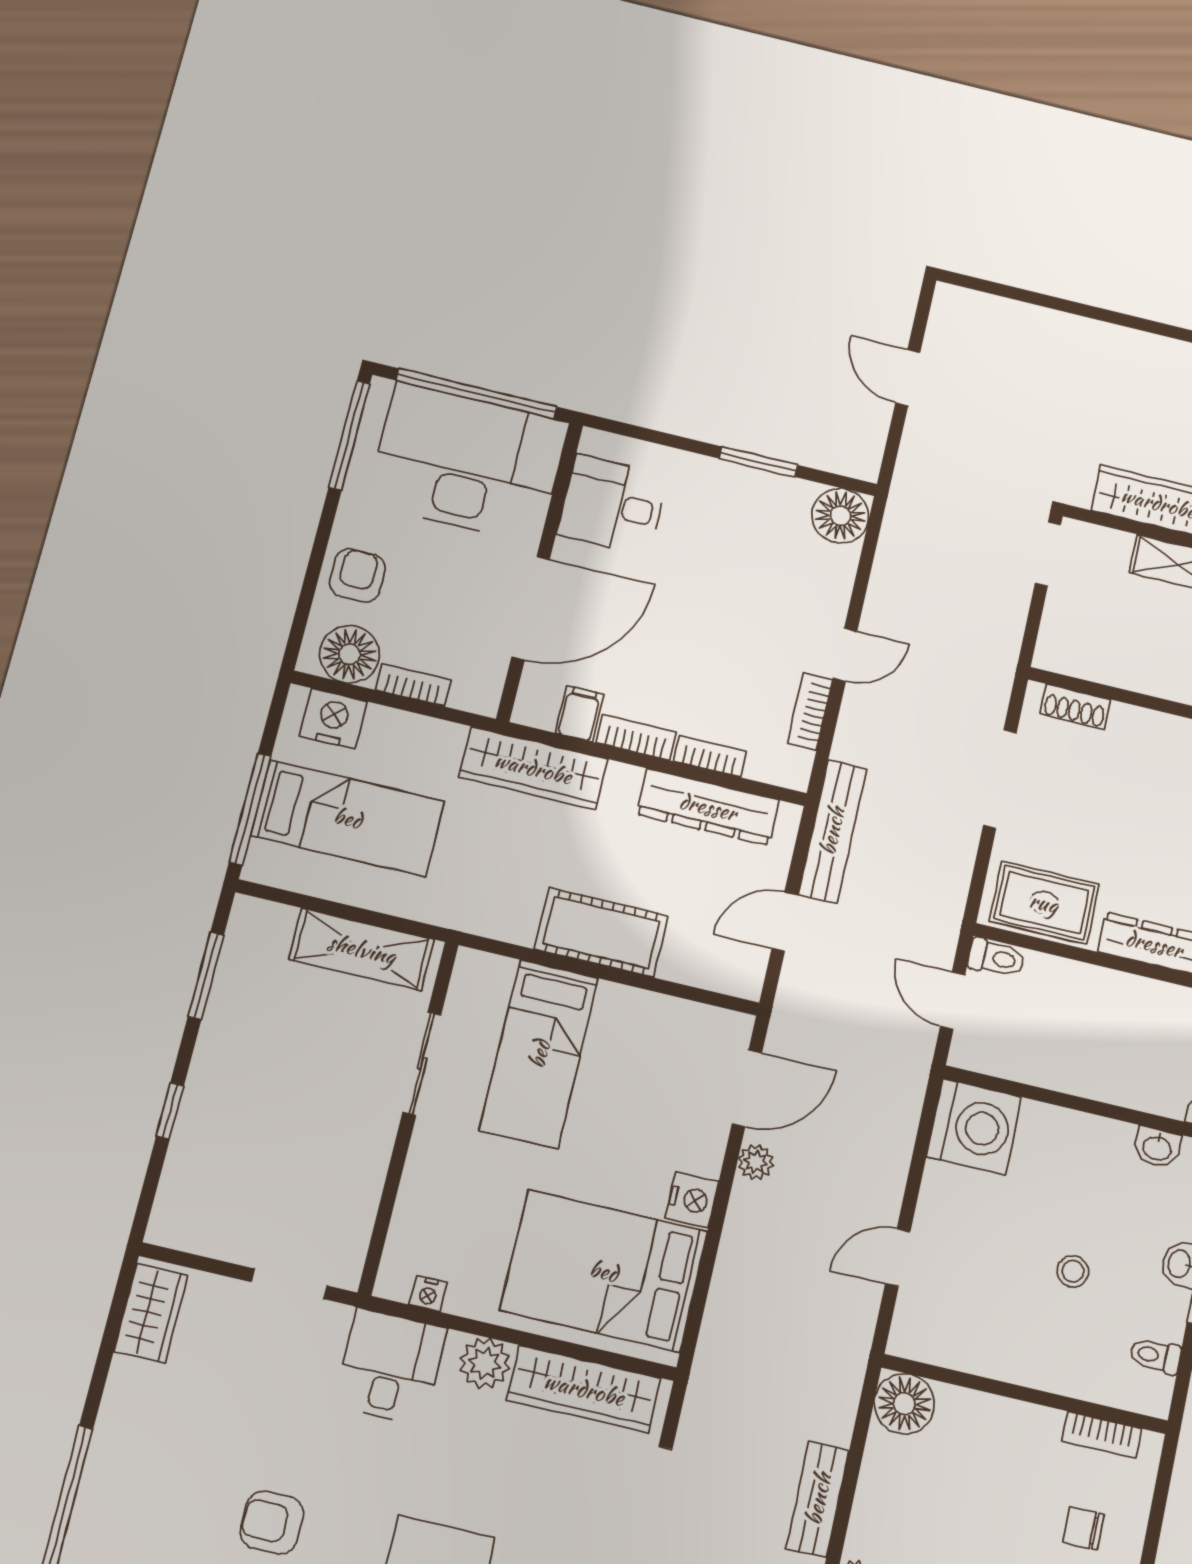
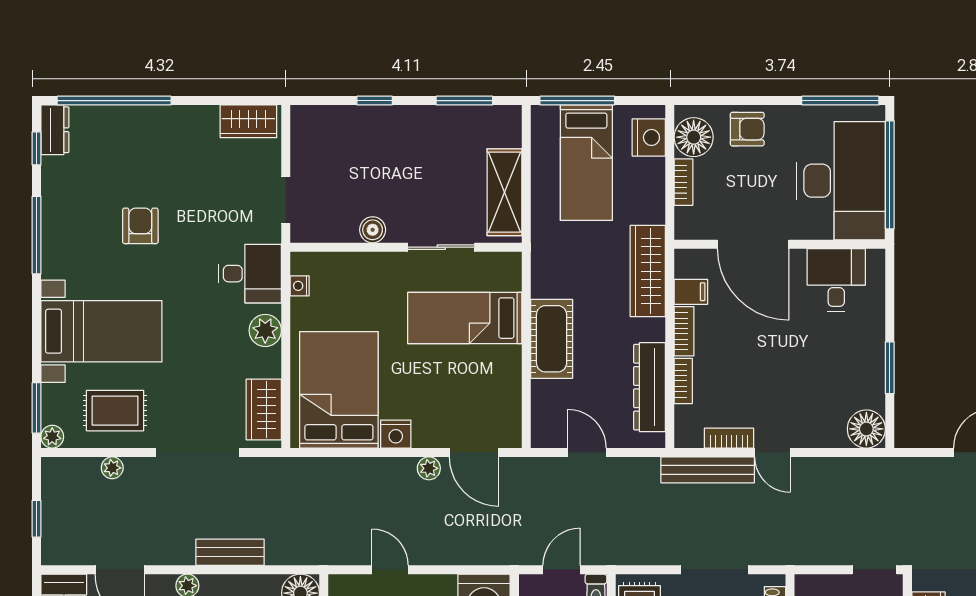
bench: (832, 831) -> (708, 470), moved
boiler: (369, 1161) -> (373, 230), added
wardrobe: (584, 1389) -> (264, 409), width x0.67

